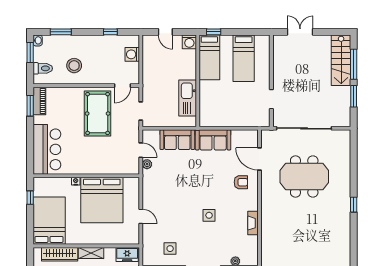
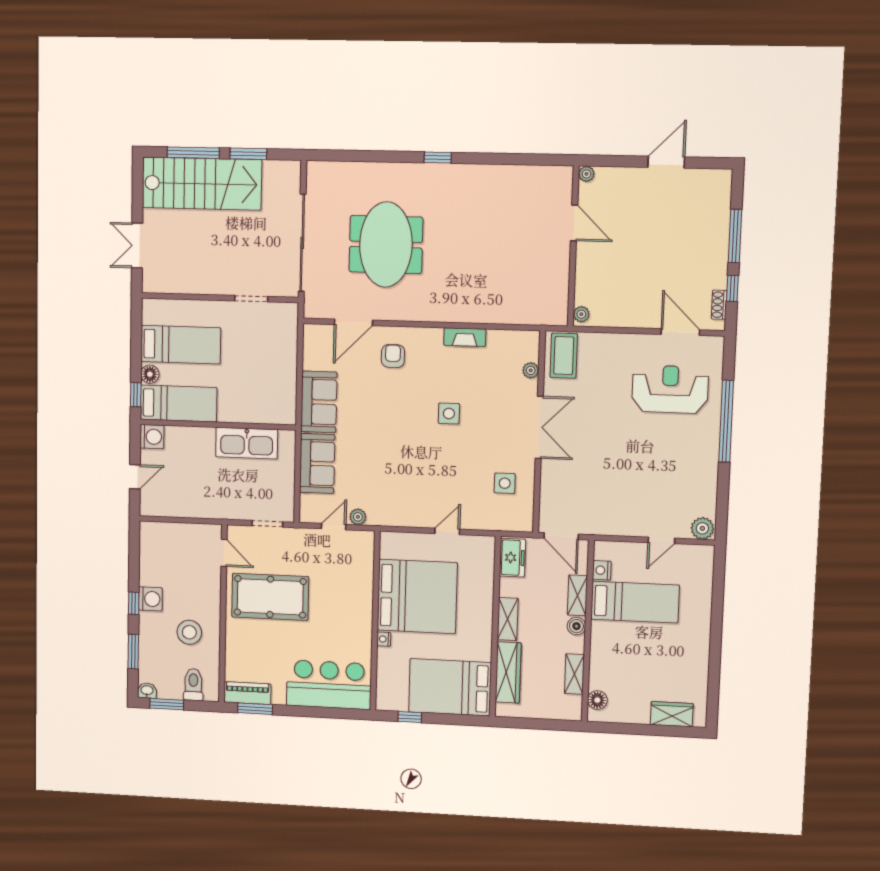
window: (110, 32) -> (134, 603), moved
floor lamp: (226, 40) -> (150, 374), added
washing machine: (132, 54) -> (150, 599), moved, turned -90
stairs: (341, 60) -> (202, 184), width x1.36, depth x1.51

